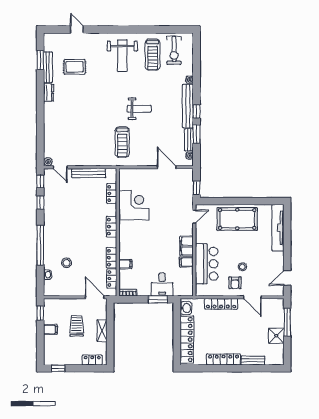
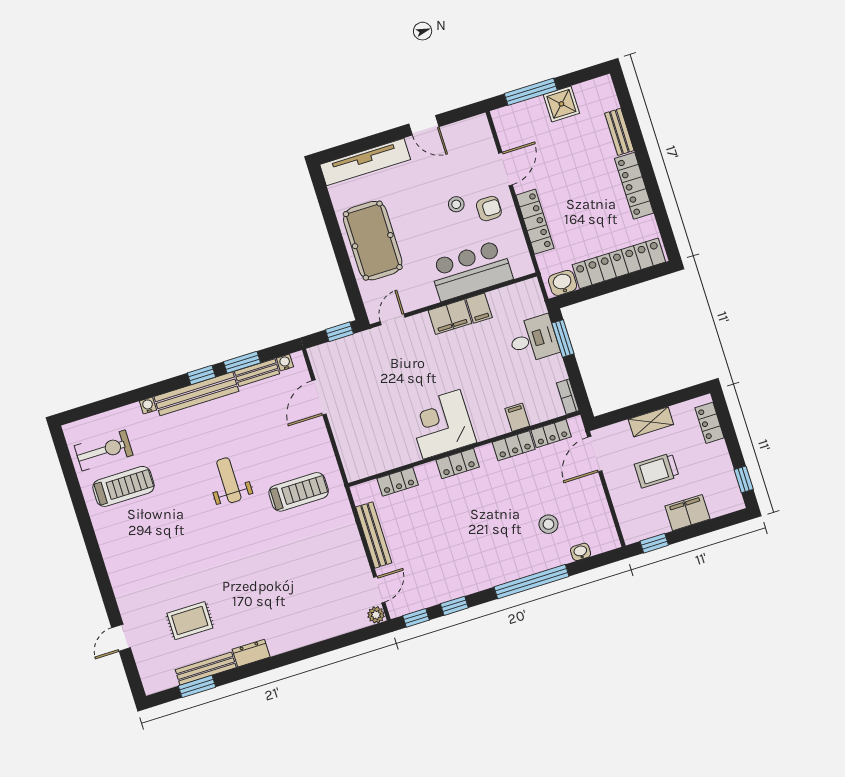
weight bench: (122, 56) -> (143, 541), removed
rug: (75, 67) -> (190, 621), turned 90
corner desk: (134, 205) -> (442, 424), moved
door: (194, 217) -> (393, 319), hinge flipped
door: (287, 278) -> (424, 125), moved
filing cabinet: (50, 330) -> (687, 513), width x2.00

